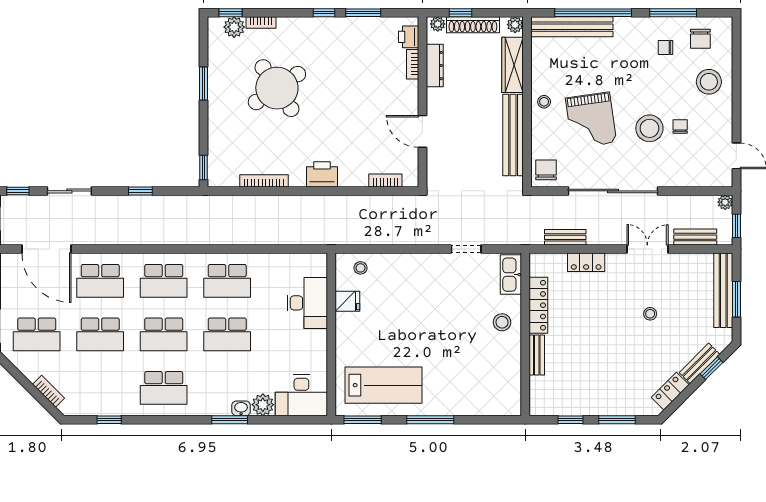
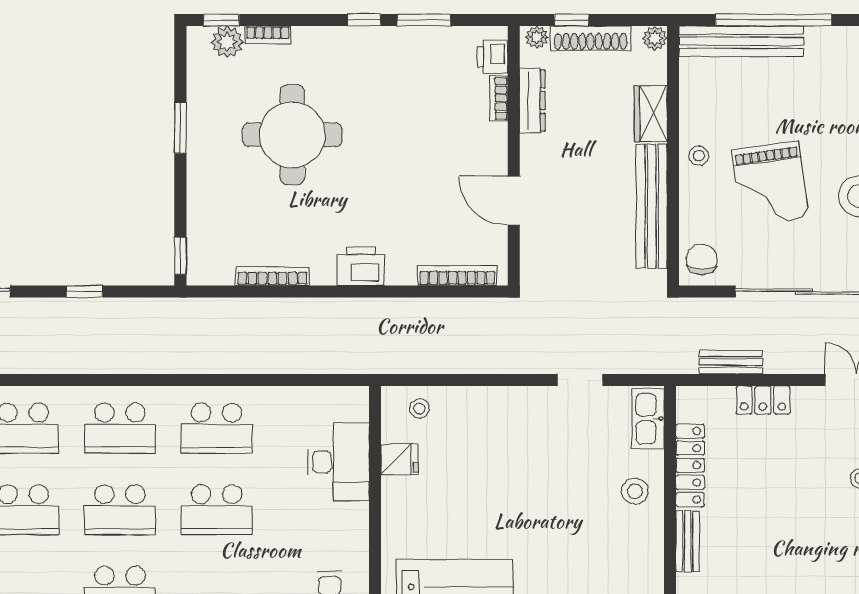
wardrobe: (512, 65) -> (651, 114), width x0.67
round table: (277, 88) -> (292, 135), turned 34
bookcase: (385, 180) -> (457, 275), width x1.56

